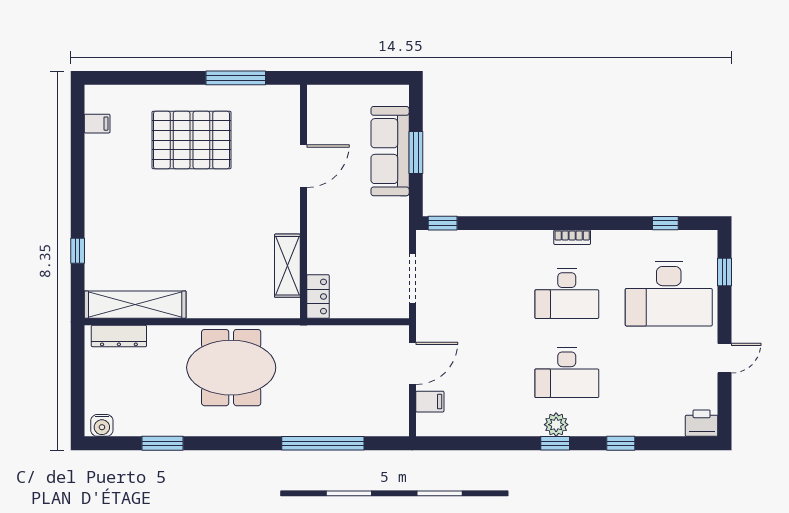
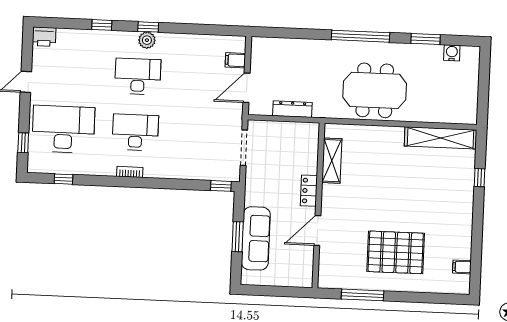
locker: (318, 296) -> (309, 191), moved
dresser: (119, 336) -> (292, 109), moved
water cooler: (102, 425) -> (452, 53), moved
window: (323, 443) -> (361, 36), moved

